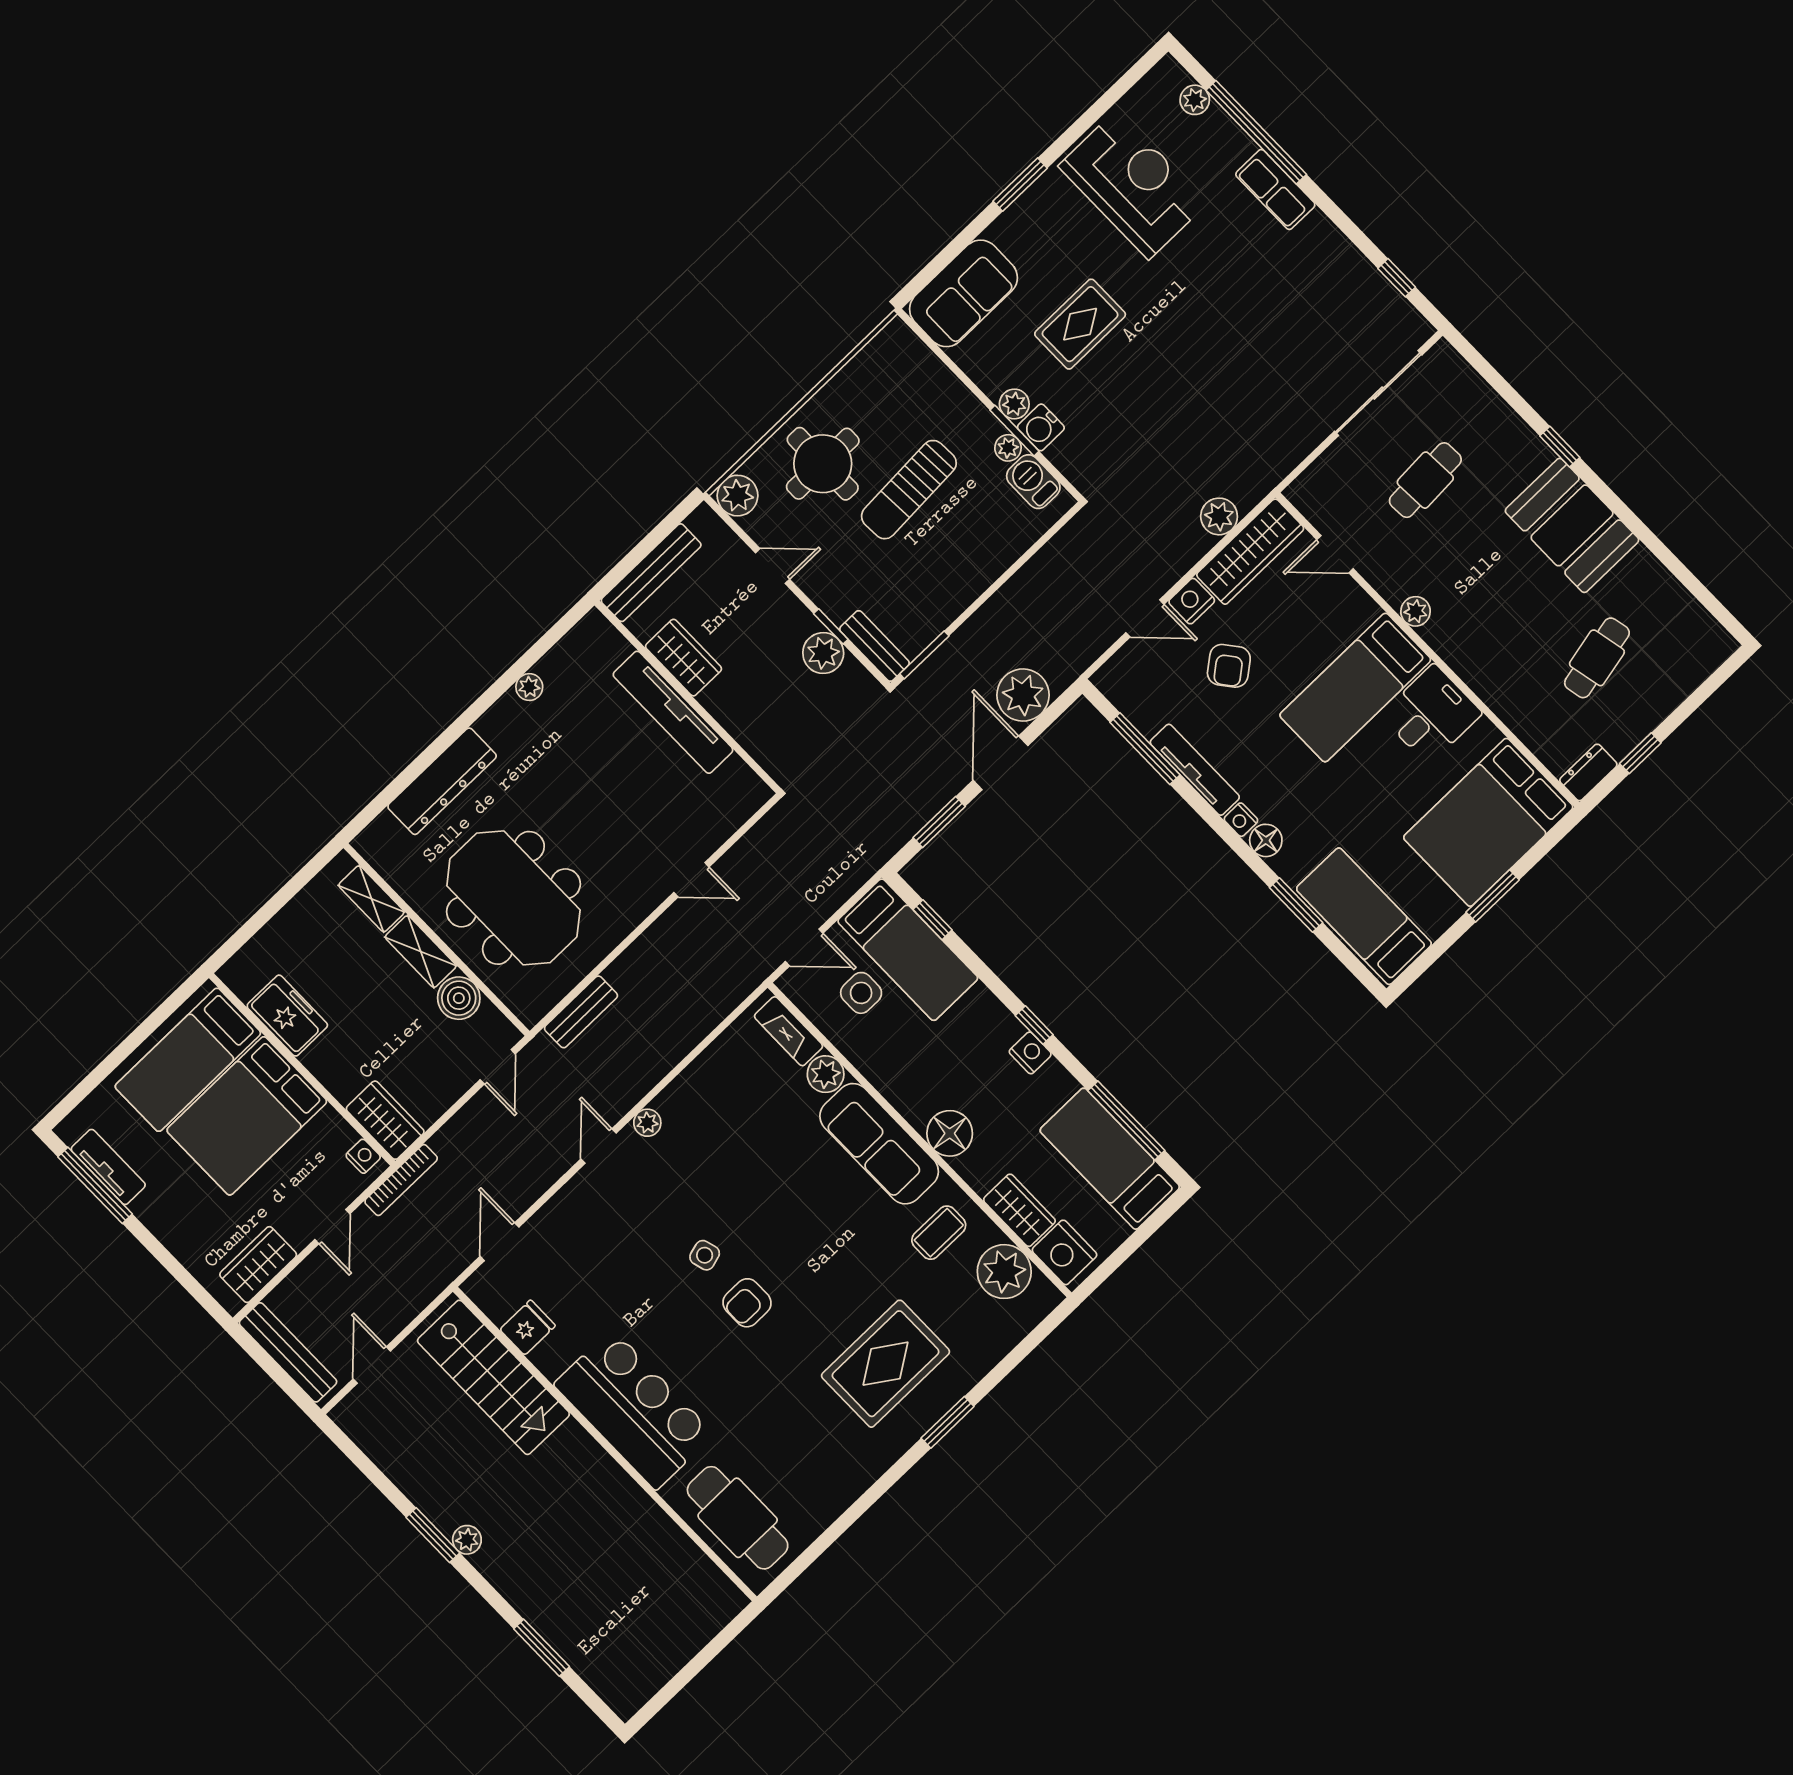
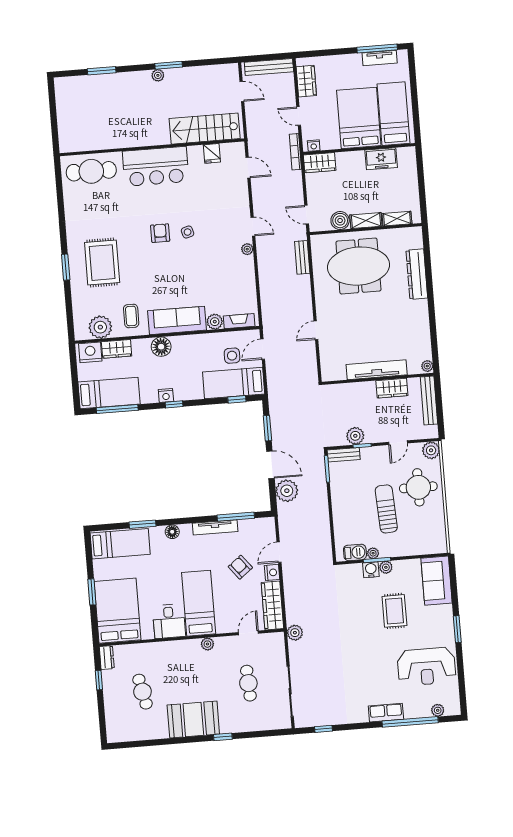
plant: (1219, 516) -> (295, 633), moved
plant: (529, 687) -> (427, 366), moved
nightstand: (1241, 820) -> (186, 529), removed

